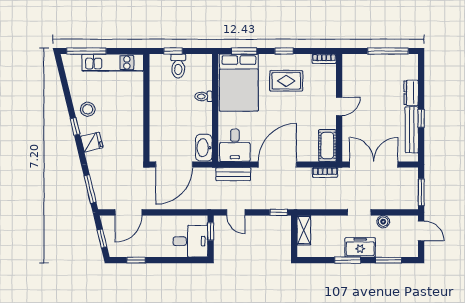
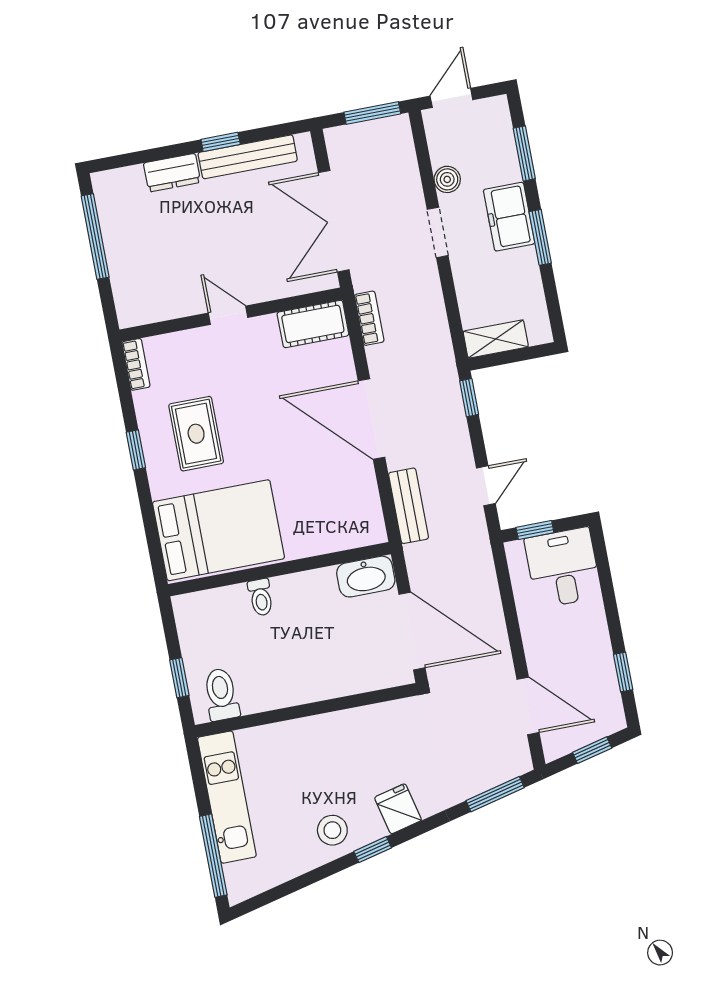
window: (244, 51) -> (152, 532), removed
toilet: (178, 66) -> (221, 694), moved, turned -90
desk: (235, 145) -> (349, 514), removed

